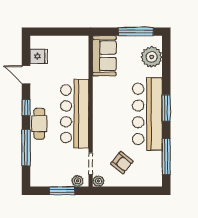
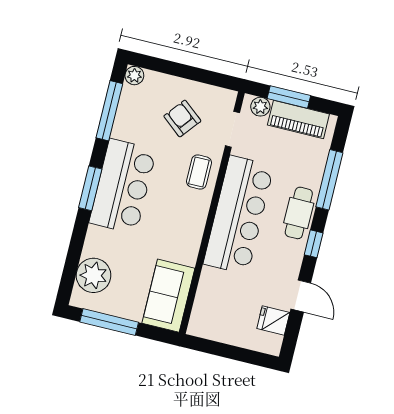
bar counter: (147, 114) -> (123, 186), width x0.73
coffee table: (104, 133) -> (199, 172), added
piano: (53, 179) -> (298, 119), added
plant: (98, 181) -> (134, 76), moved

